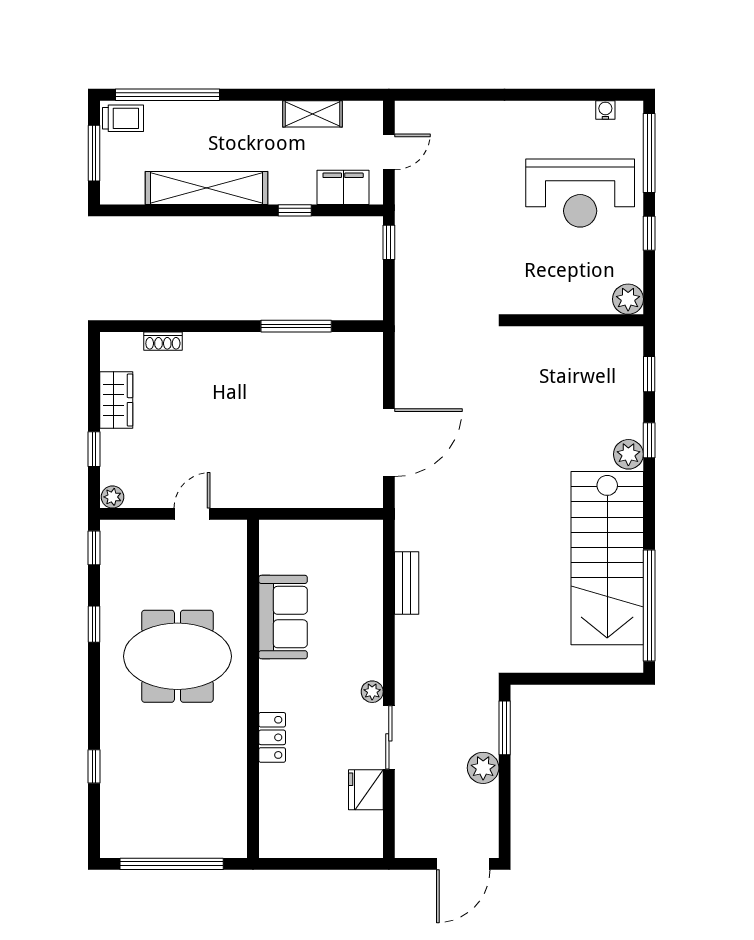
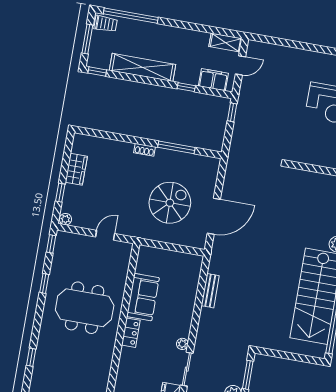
shelving: (313, 114) -> (225, 42), moved
window: (123, 210) -> (97, 71), added
shoe rack: (163, 341) -> (145, 150), moved
spiral stairs: (302, 432) -> (170, 203), added
locker: (272, 737) -> (131, 333), moved

